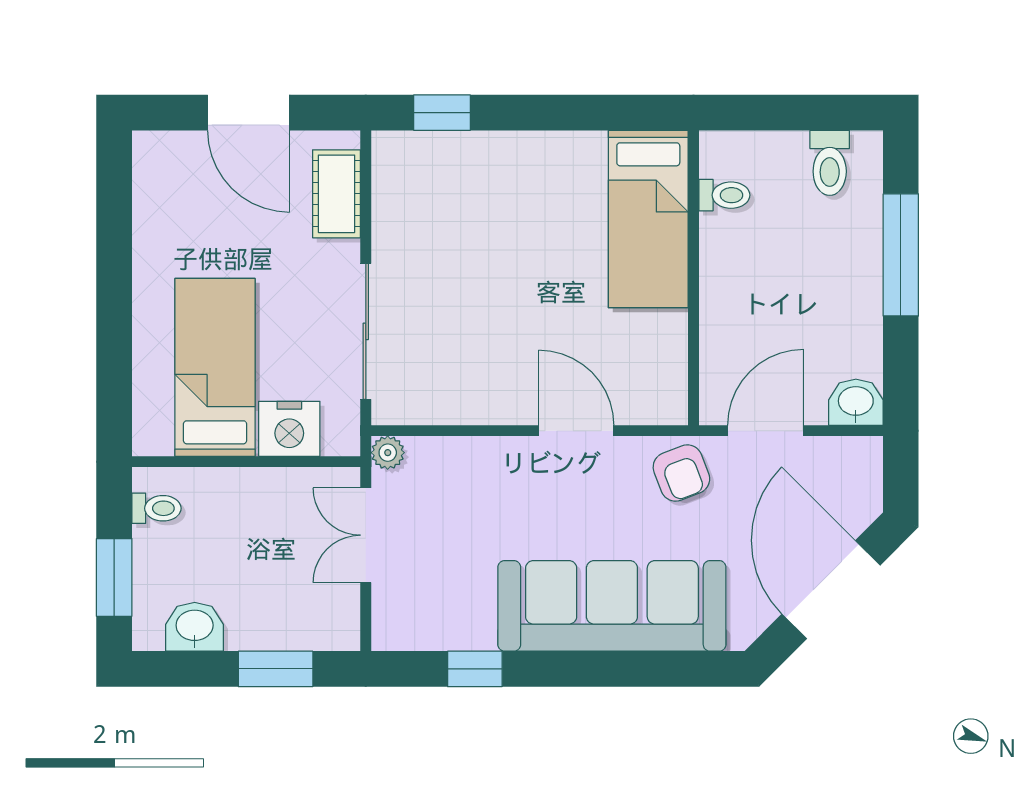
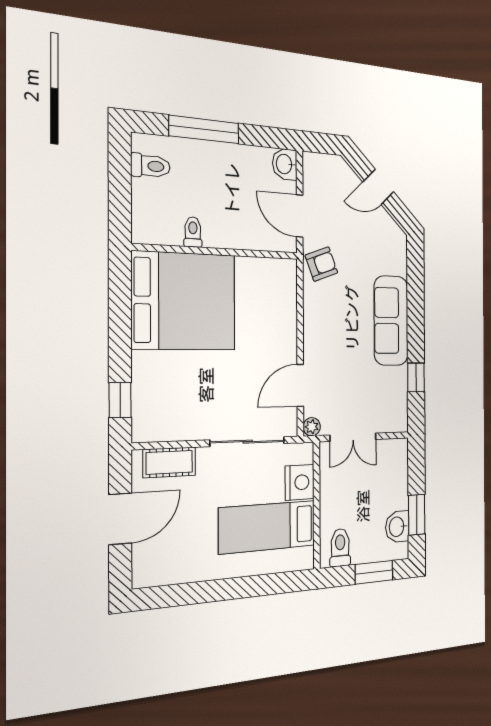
toilet: (724, 195) -> (193, 232), moved
bed: (648, 219) -> (184, 301), width x2.04
door: (576, 431) -> (300, 385), moved
toilet: (157, 508) -> (340, 548), width x1.37, depth x1.39
door: (831, 590) -> (378, 187), width x0.53
sofa: (612, 606) -> (391, 321), width x0.74, depth x0.79
window: (276, 669) -> (417, 515), moved

